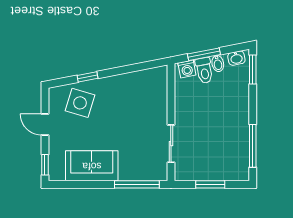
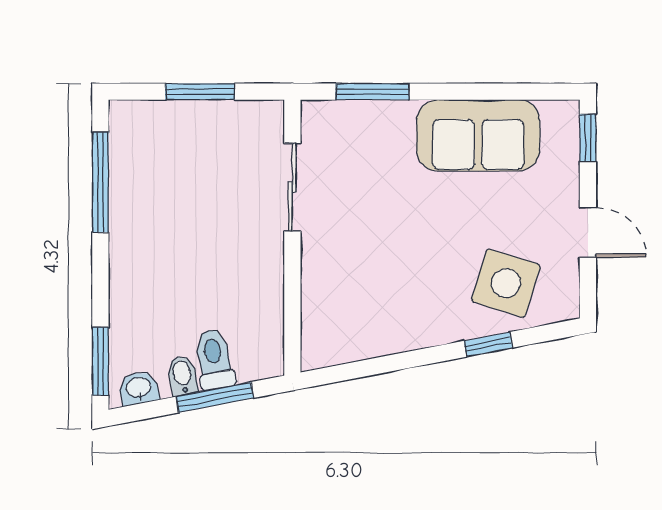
washing machine: (187, 69) -> (255, 363), removed
window: (137, 184) -> (372, 92), width x0.69

